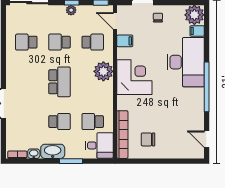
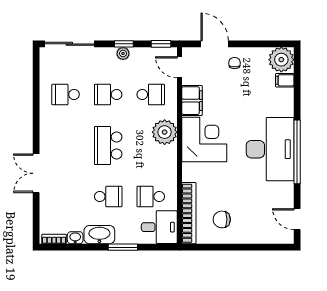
filing cabinet: (125, 41) -> (192, 101), width x2.00
desk: (186, 62) -> (270, 149), moved
school desk: (59, 82) -> (108, 145), turned 180

